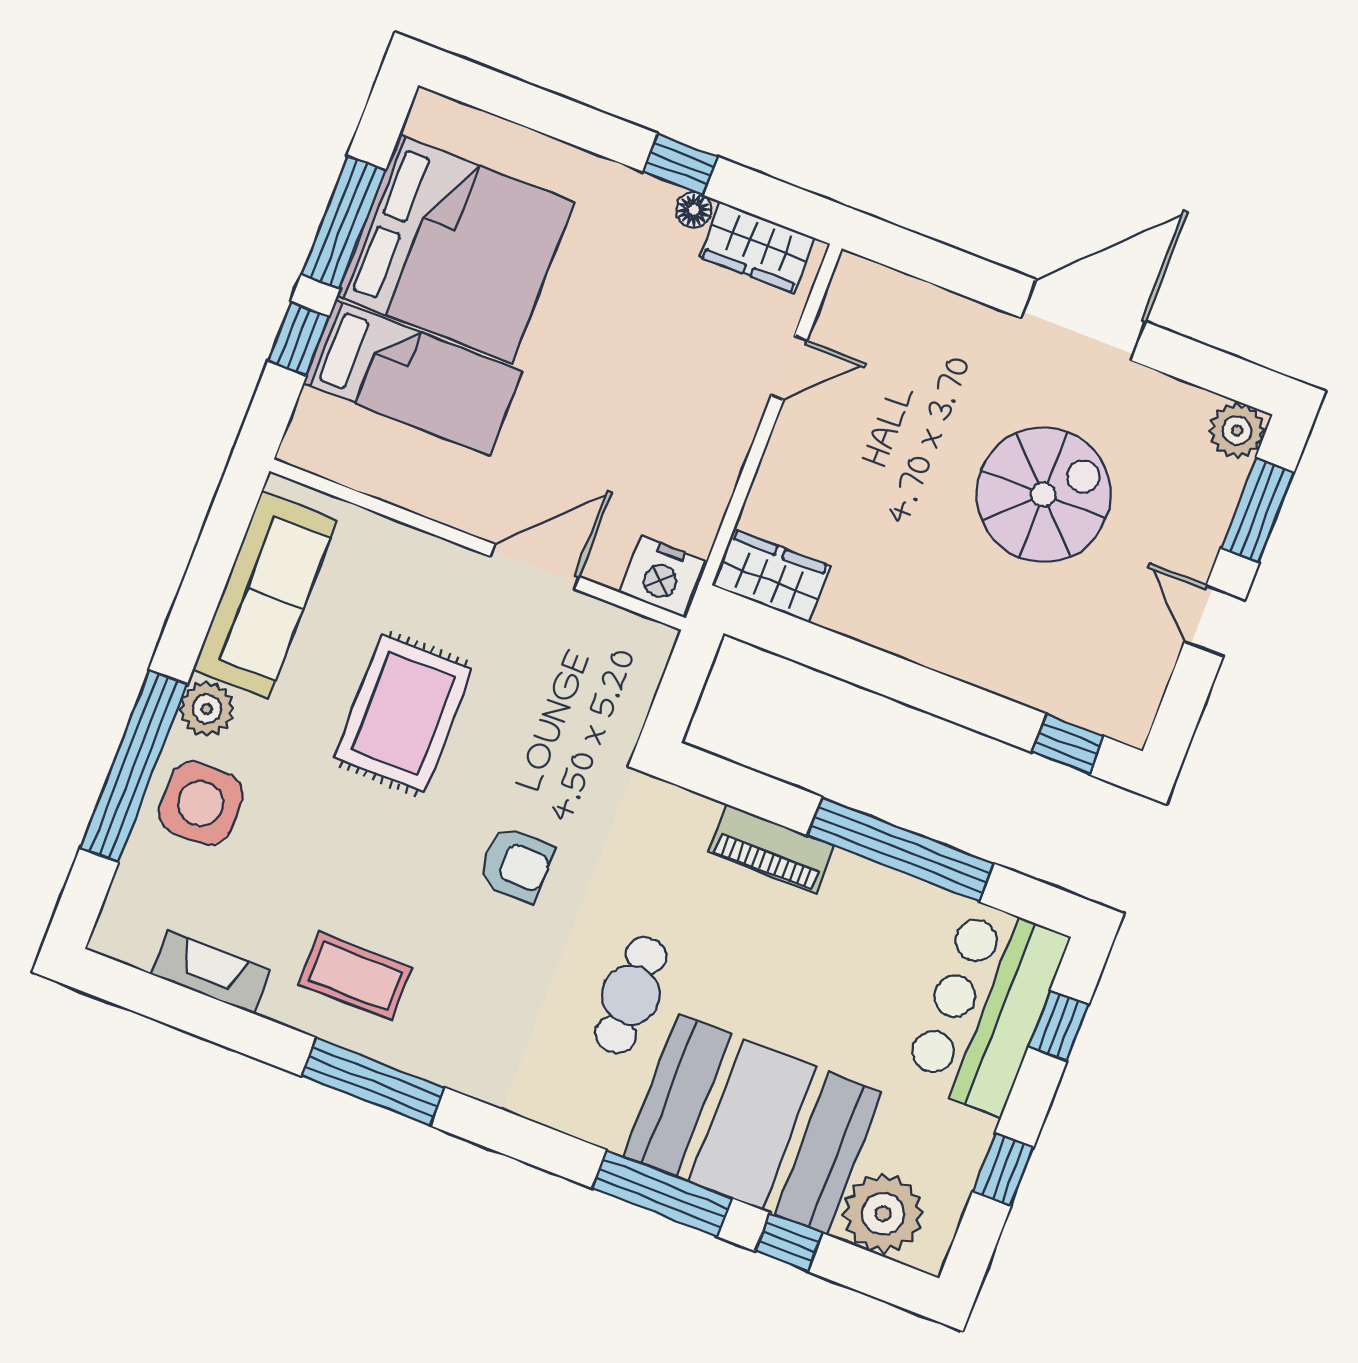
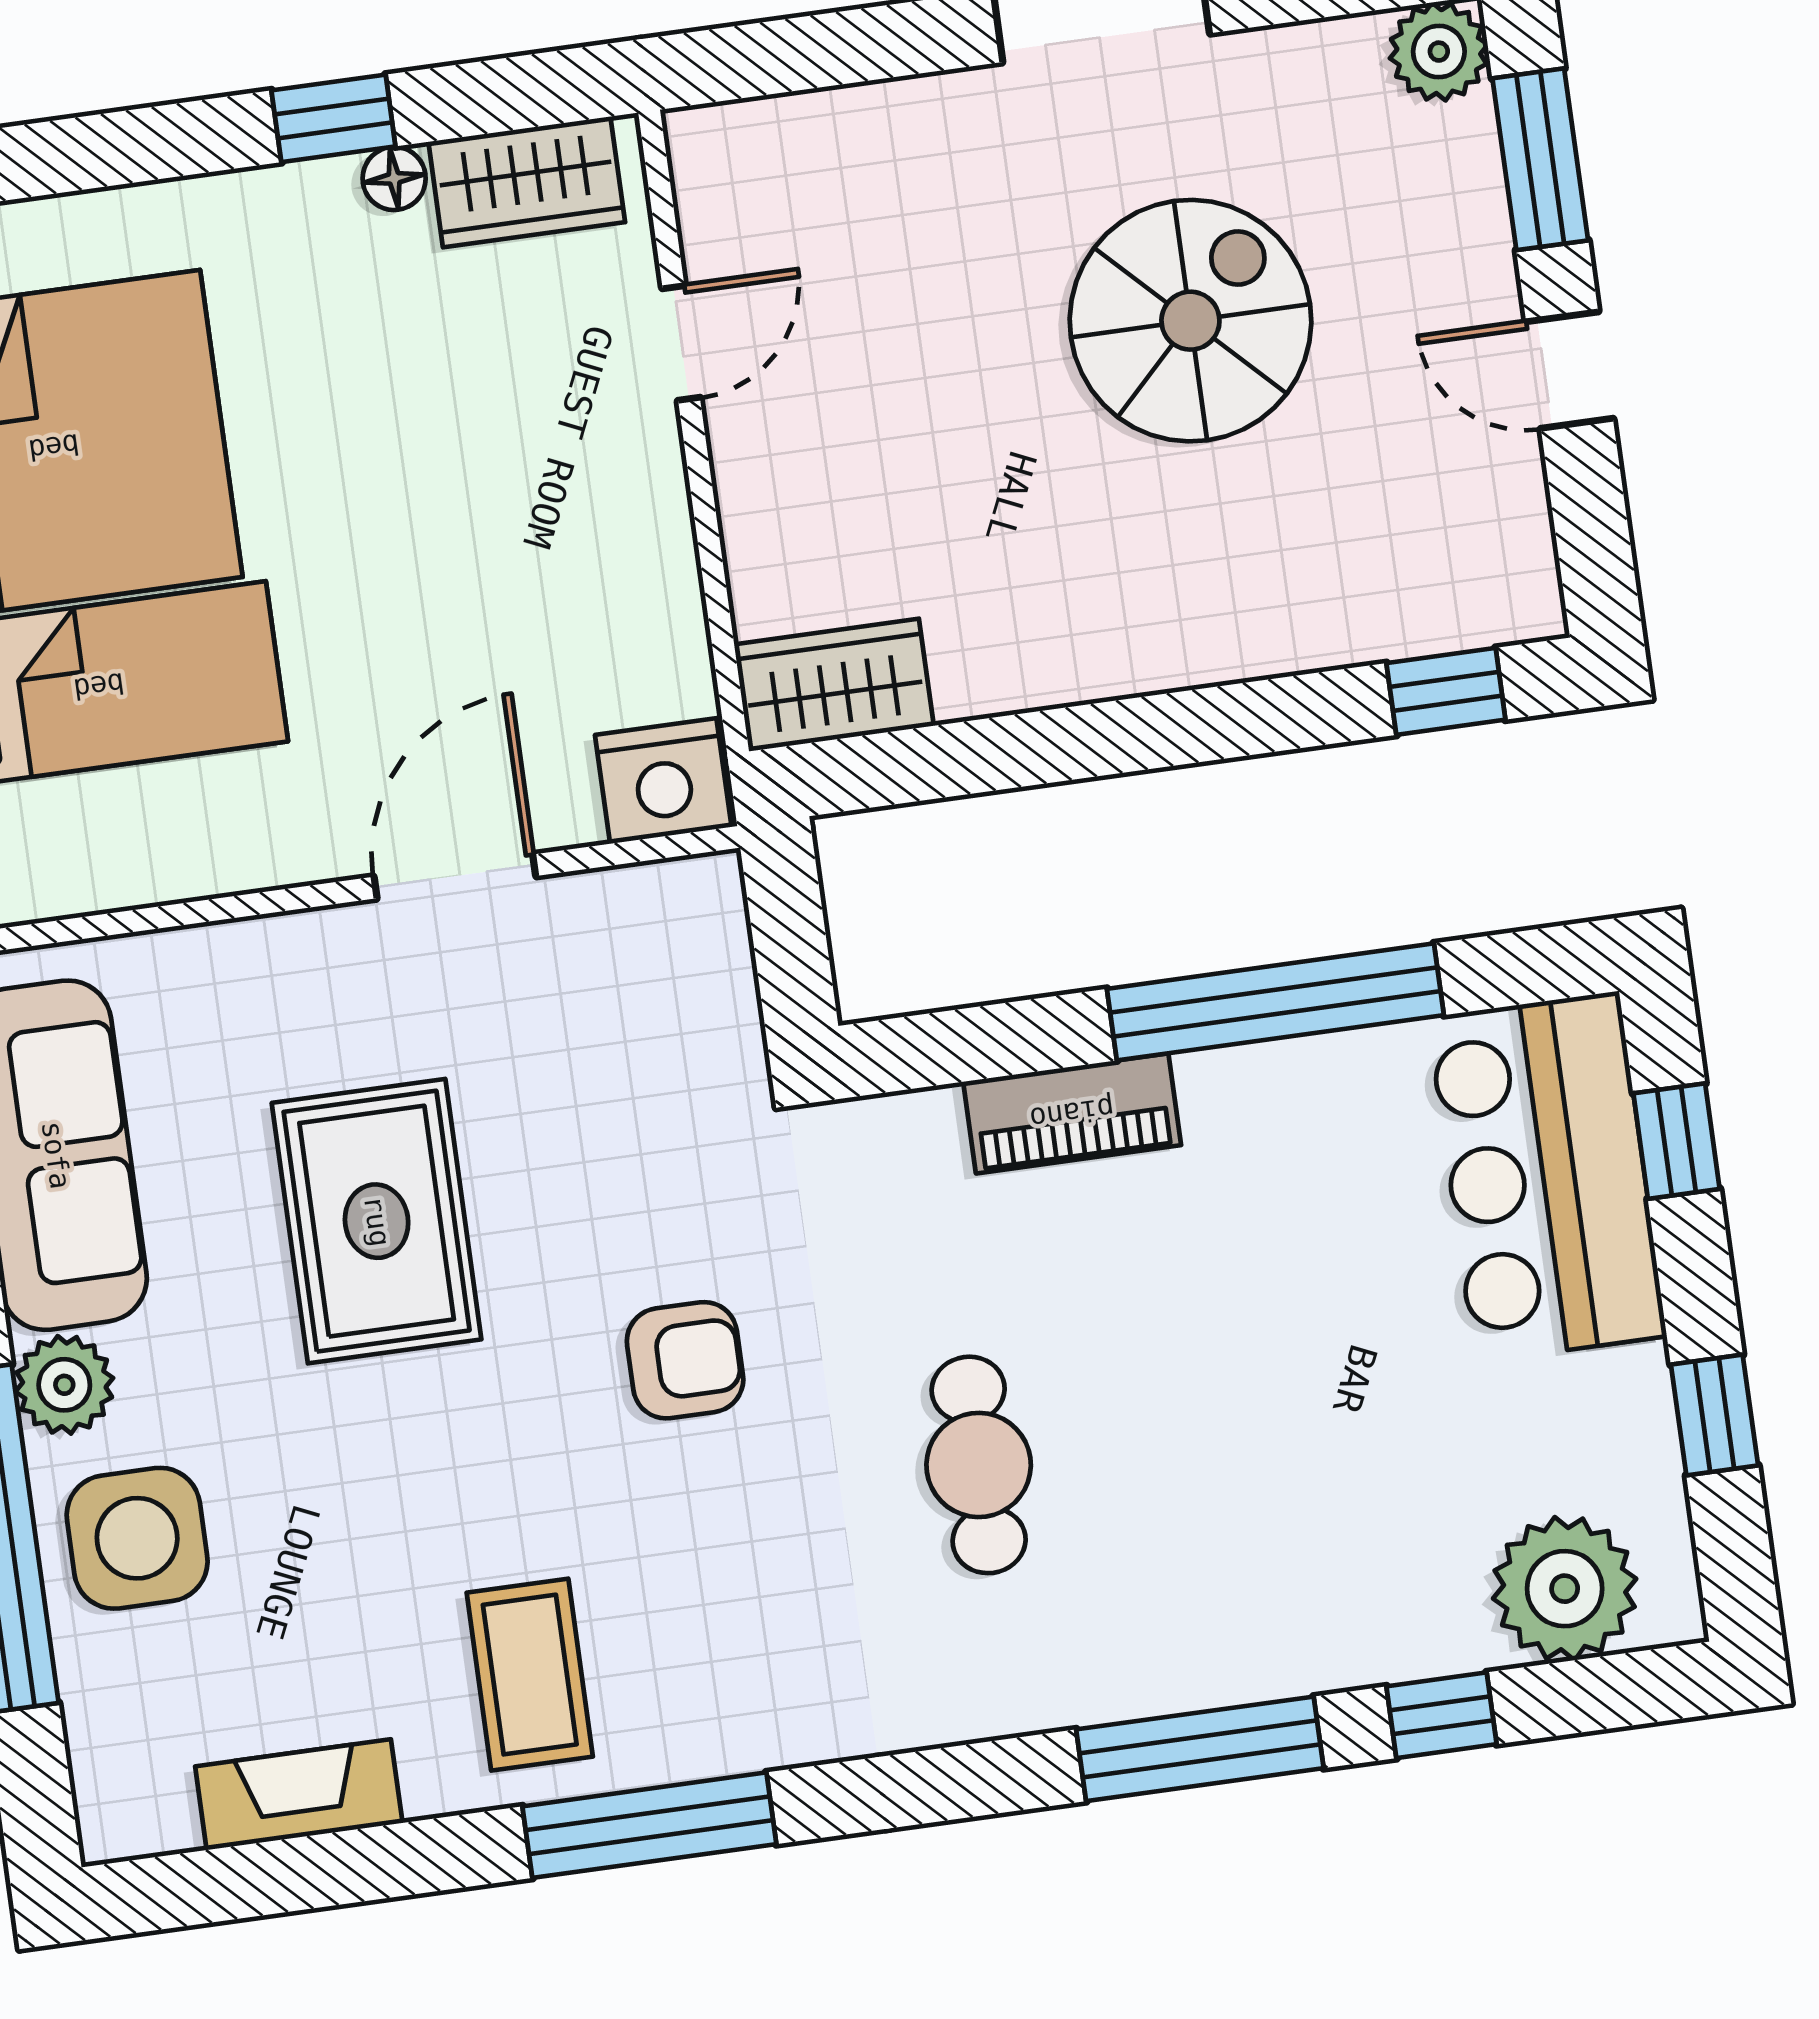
coffee table: (355, 976) -> (530, 1675), turned 90
booth: (753, 1124) -> (1282, 1562), removed

